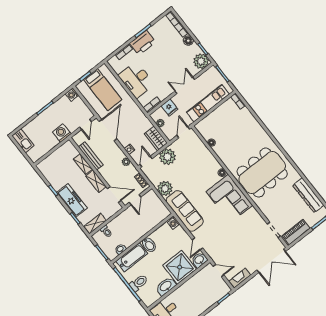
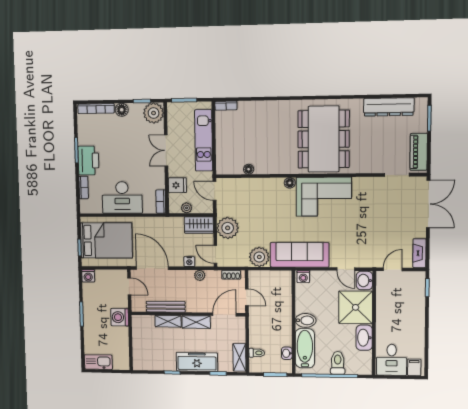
bed: (103, 90) -> (106, 240), width x1.50

